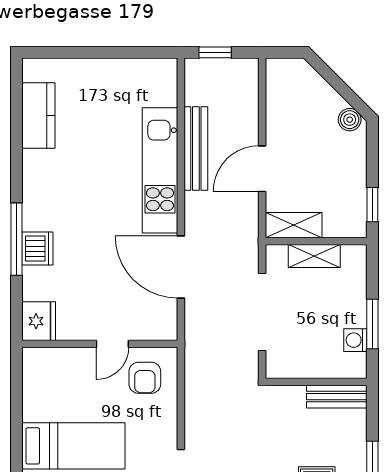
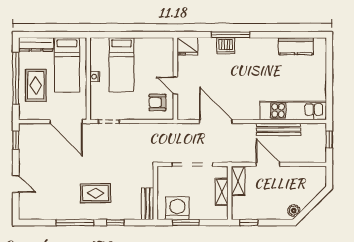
kitchen unit: (160, 170) -> (293, 110), moved
door: (181, 267) -> (216, 121), hinge flipped
washing machine: (355, 340) -> (177, 208), width x1.89, depth x1.89

